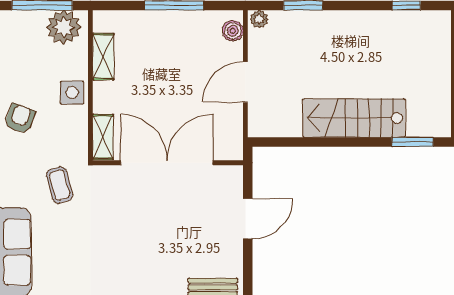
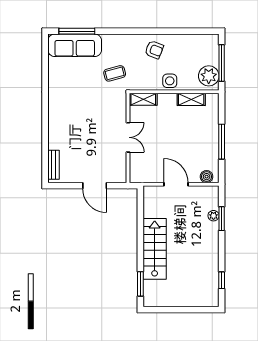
plant: (259, 19) -> (214, 216), moved
double door: (167, 163) -> (128, 137), width x0.54

